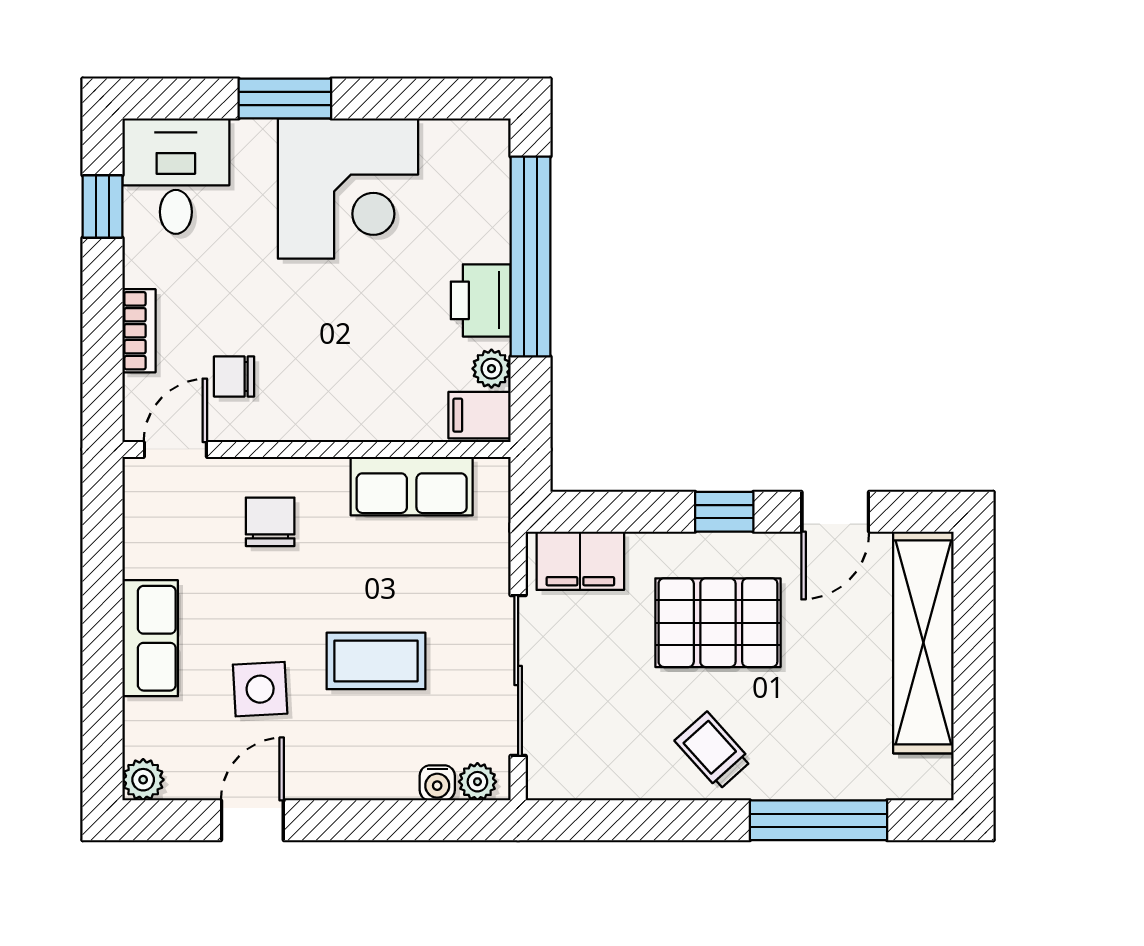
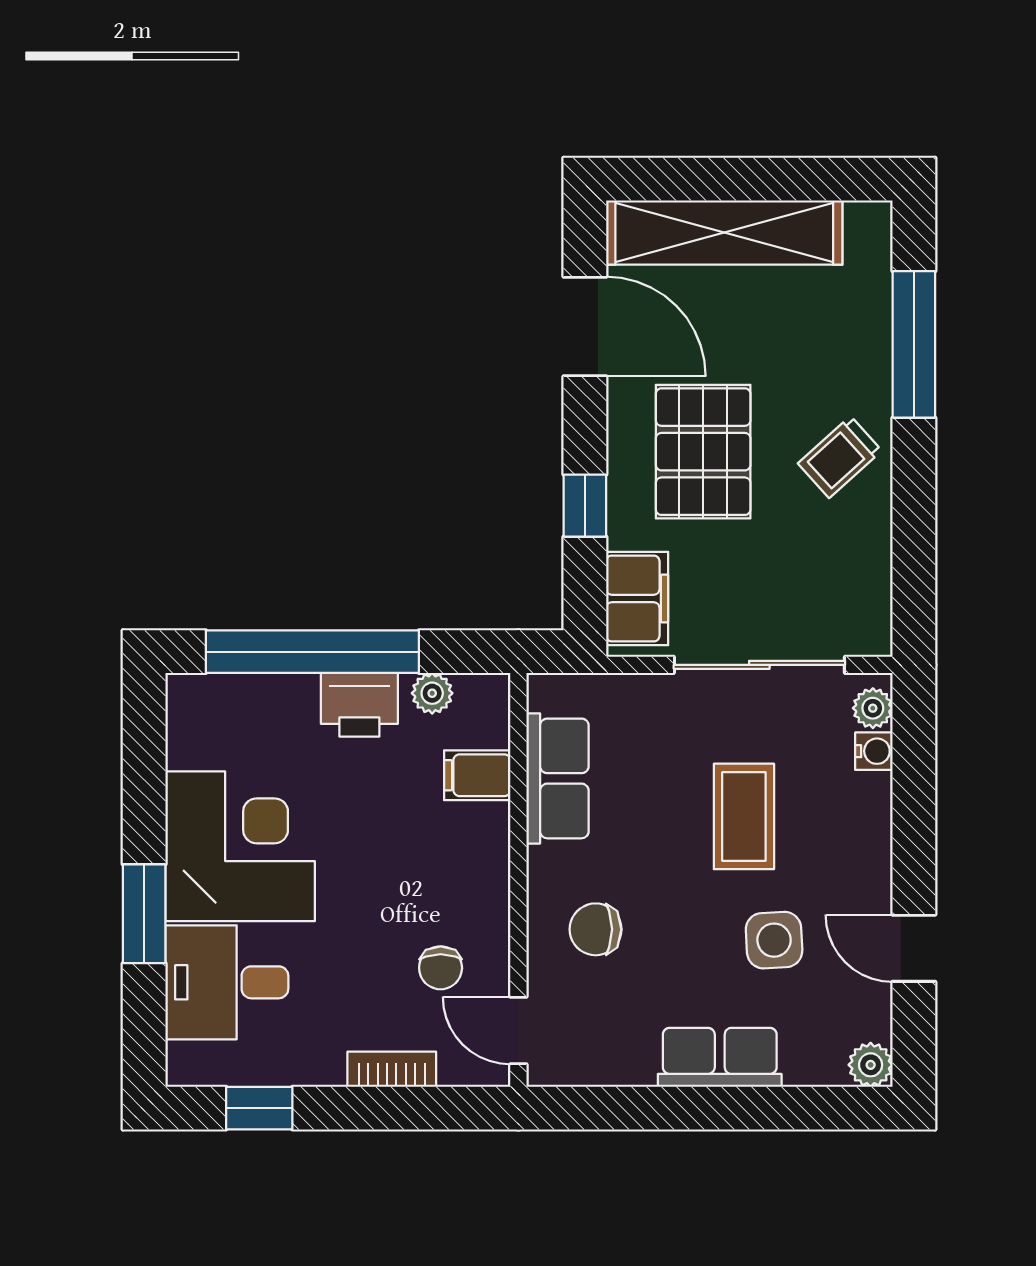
desk: (176, 176) -> (227, 982), moved
filing cabinet: (480, 415) -> (477, 775), moved, turned 90
window: (724, 512) -> (585, 506), moved
door: (835, 512) -> (585, 326), width x1.38

